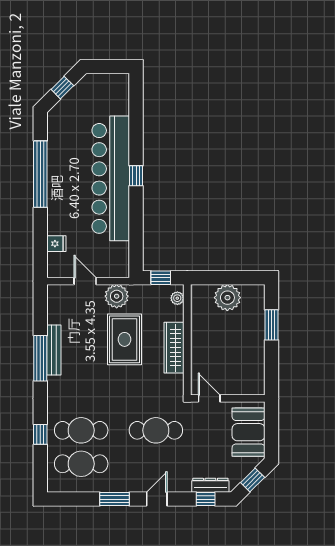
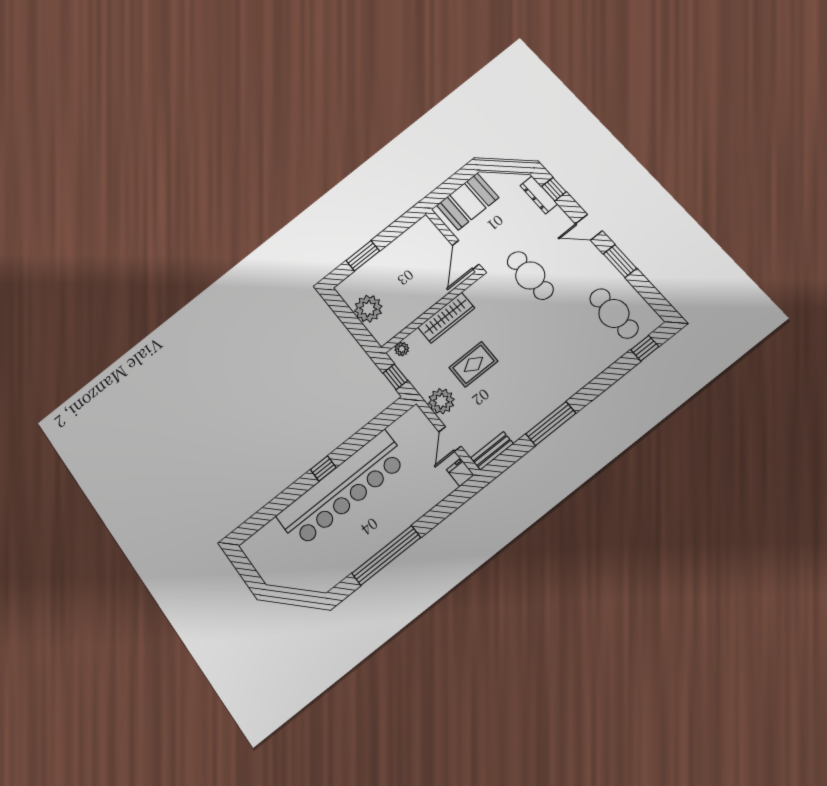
window: (62, 88) -> (294, 597), removed
fridge: (56, 244) -> (460, 472), moved
rug: (125, 339) -> (473, 364), width x0.73, depth x0.70
bench: (54, 350) -> (492, 451), moved, width x0.73
door: (209, 398) -> (466, 255), width x1.38
cafe table: (81, 430) -> (584, 337), removed
window: (40, 434) -> (645, 348), moved
window: (253, 480) -> (505, 166), removed

